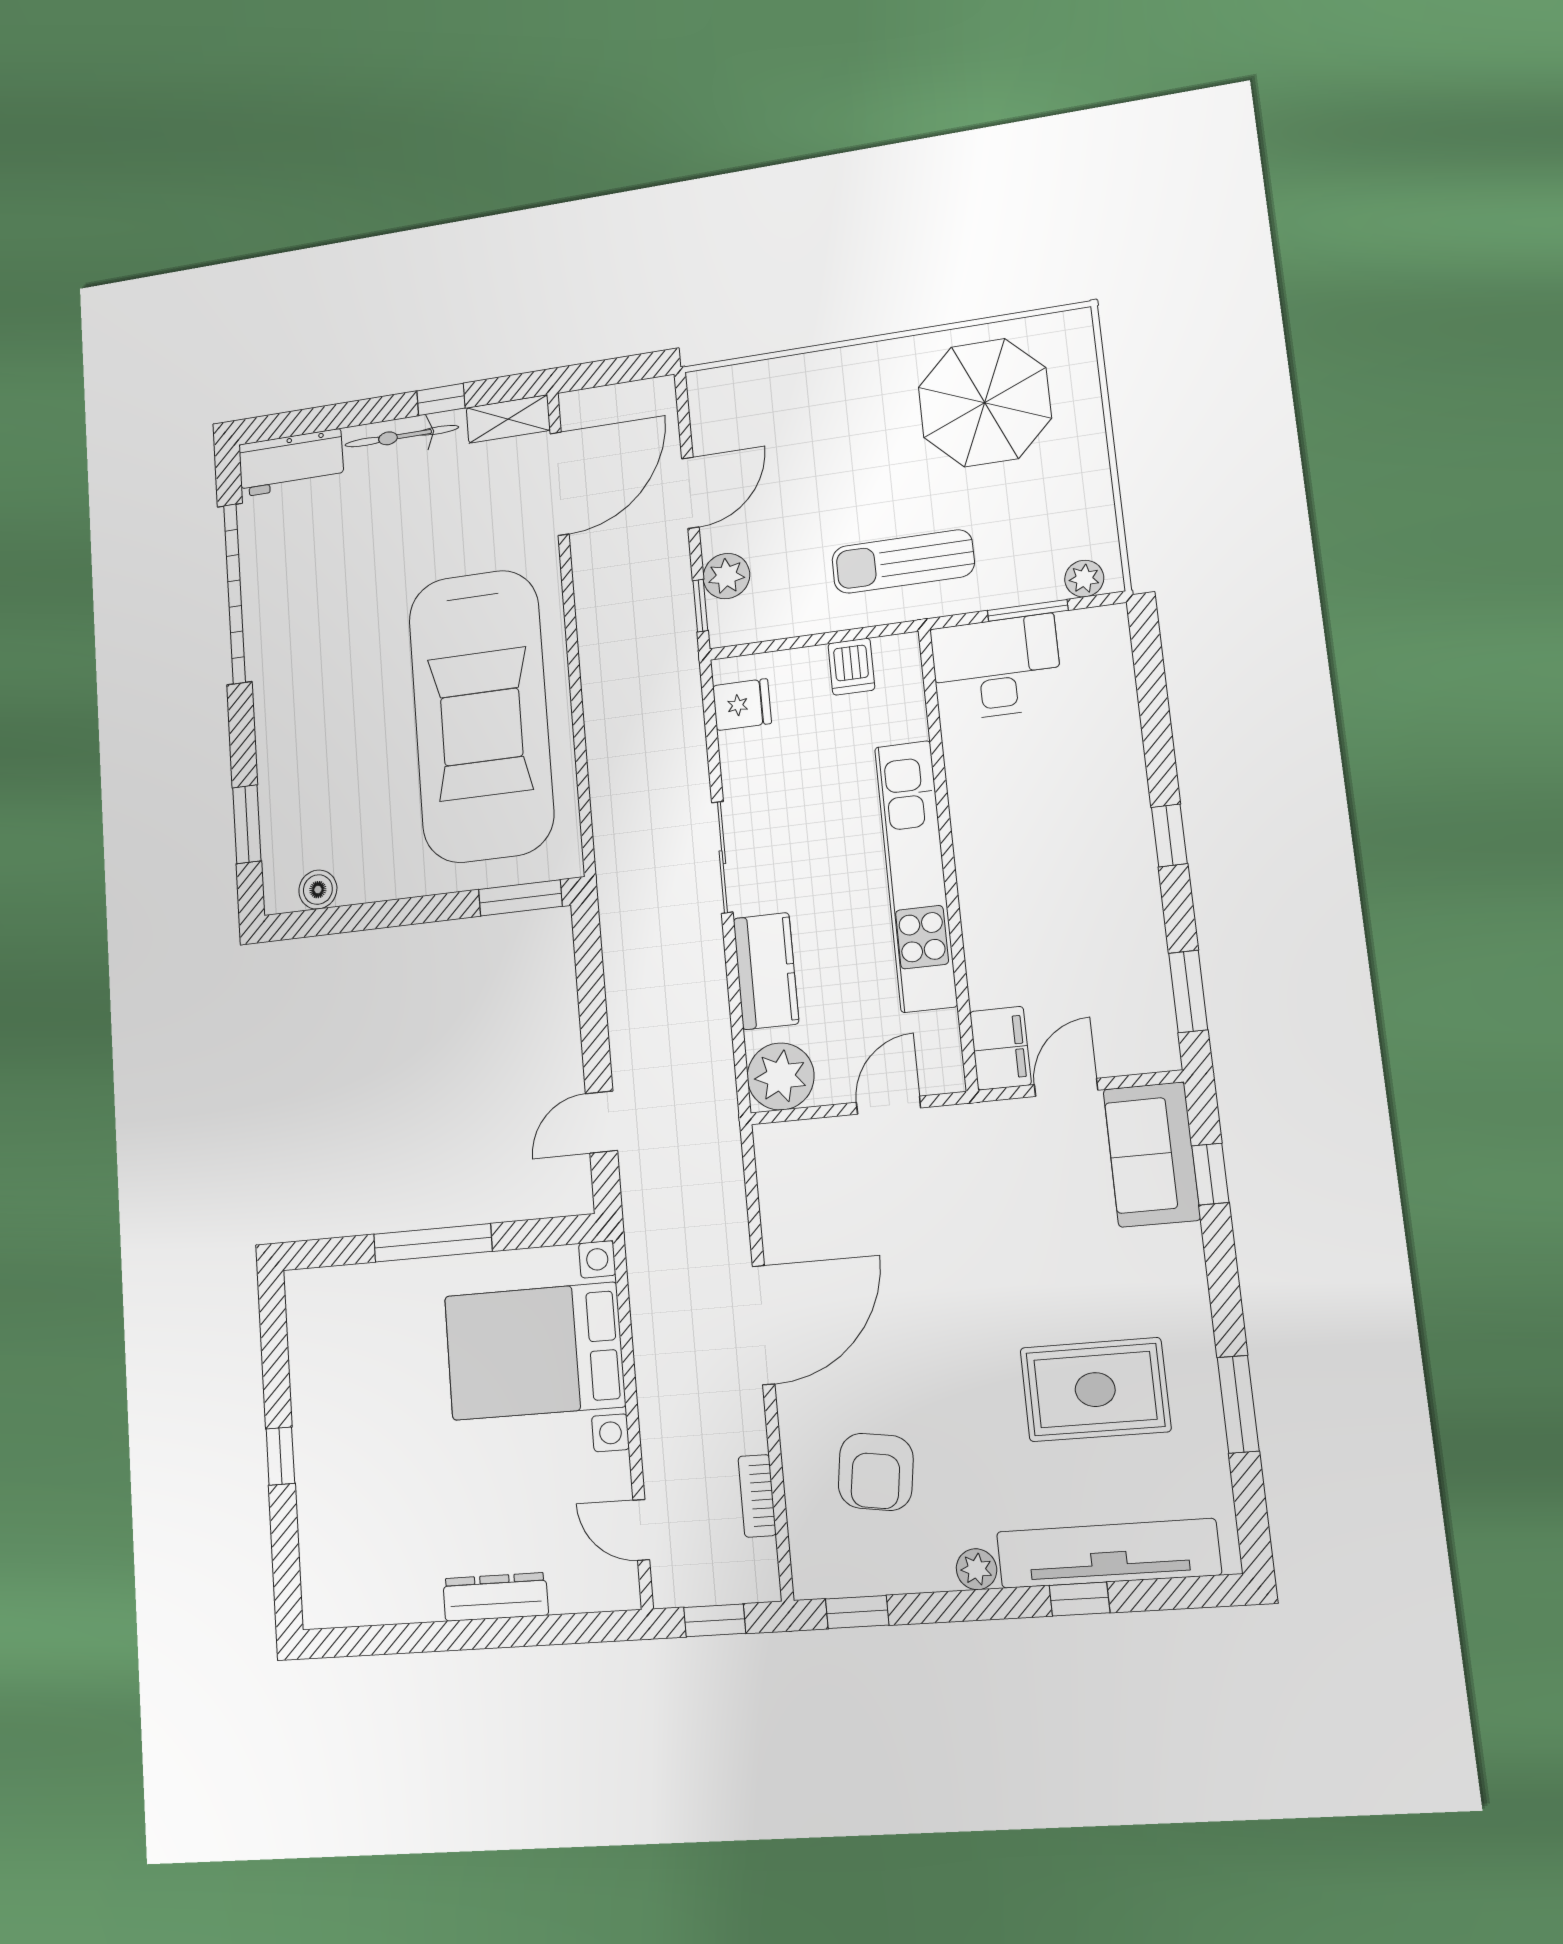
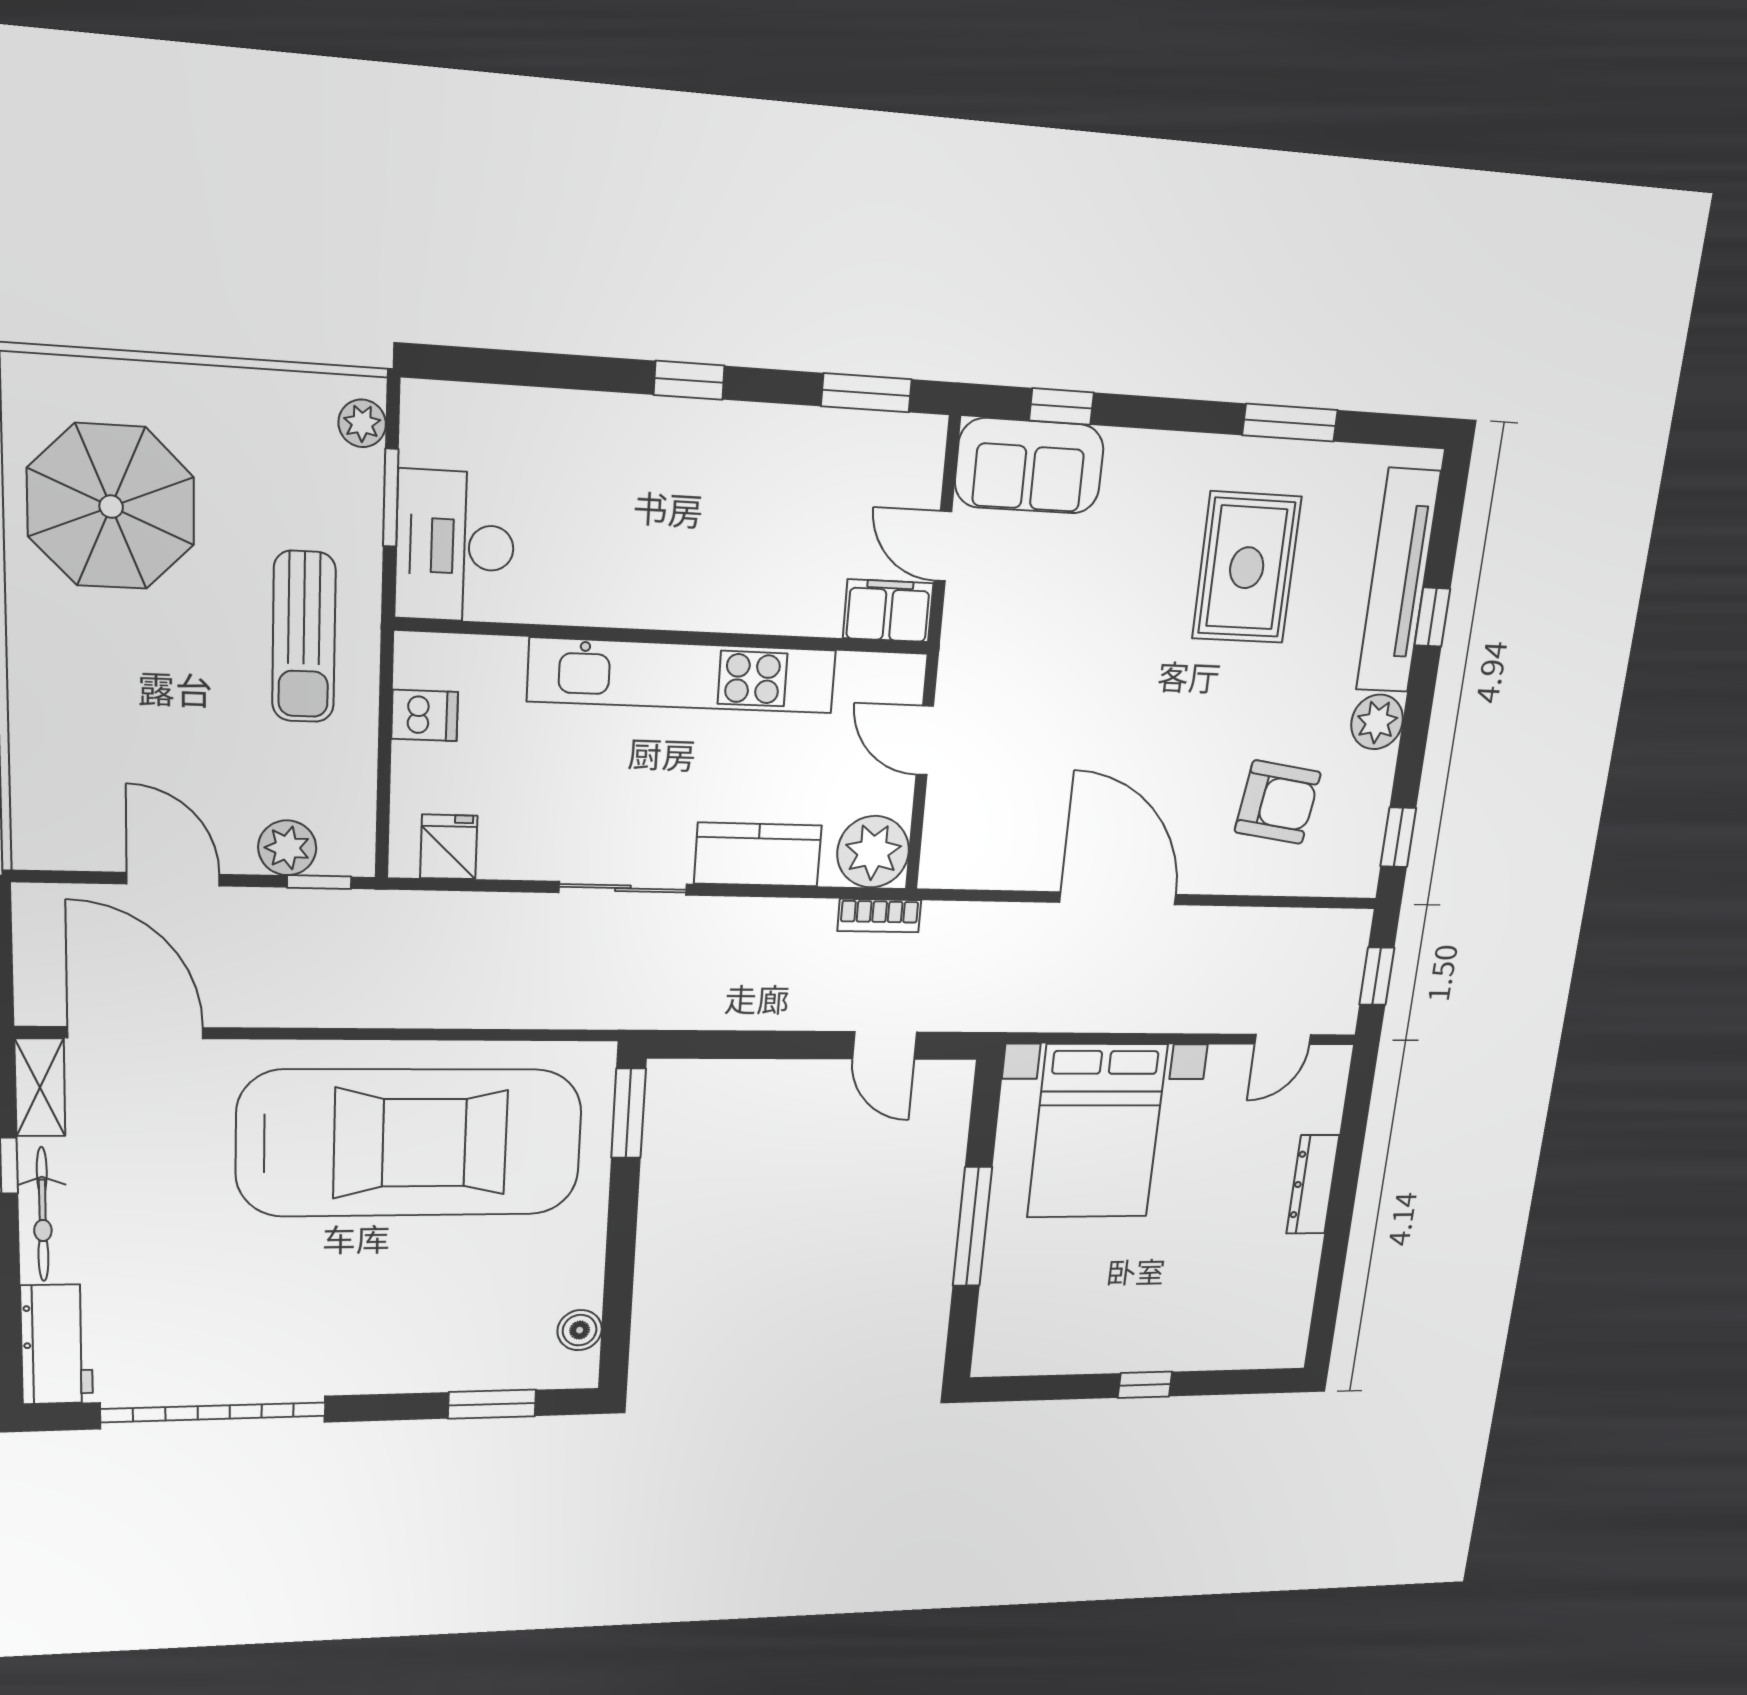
bookcase: (757, 1496) -> (879, 916), moved
plant: (977, 1569) -> (1377, 722), width x1.38, depth x1.38

